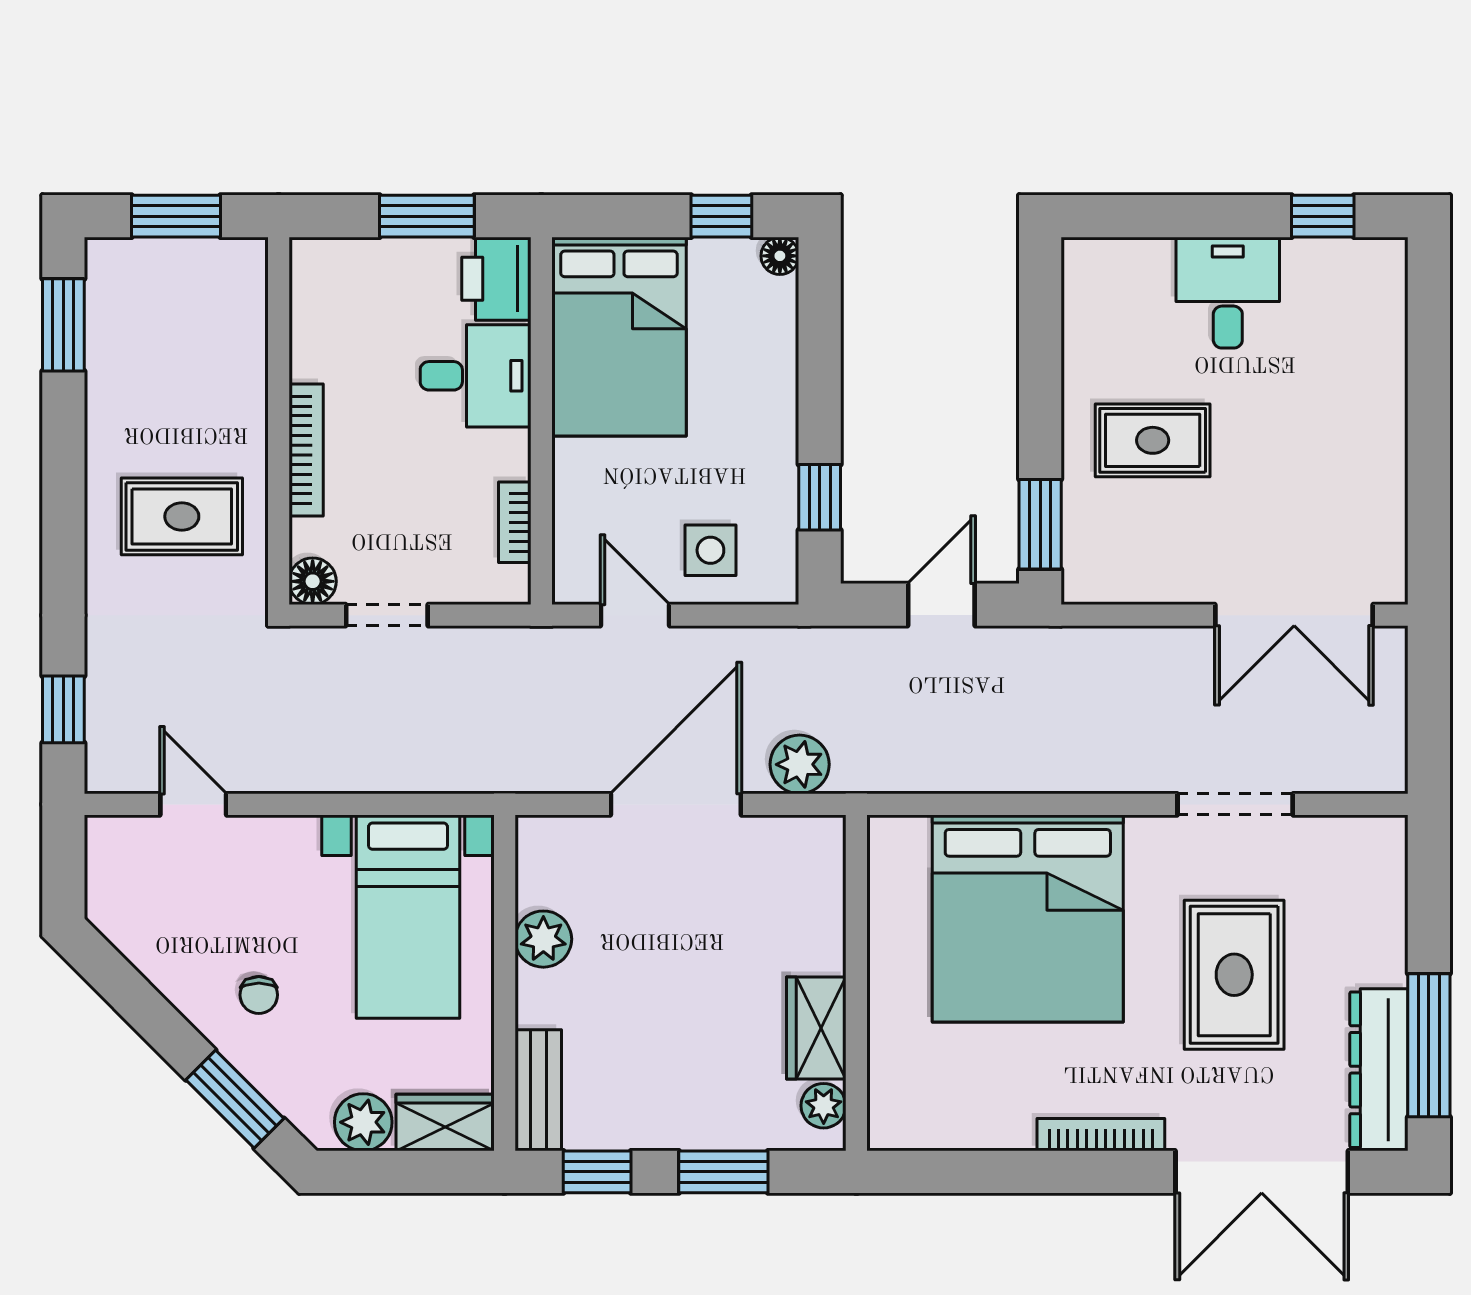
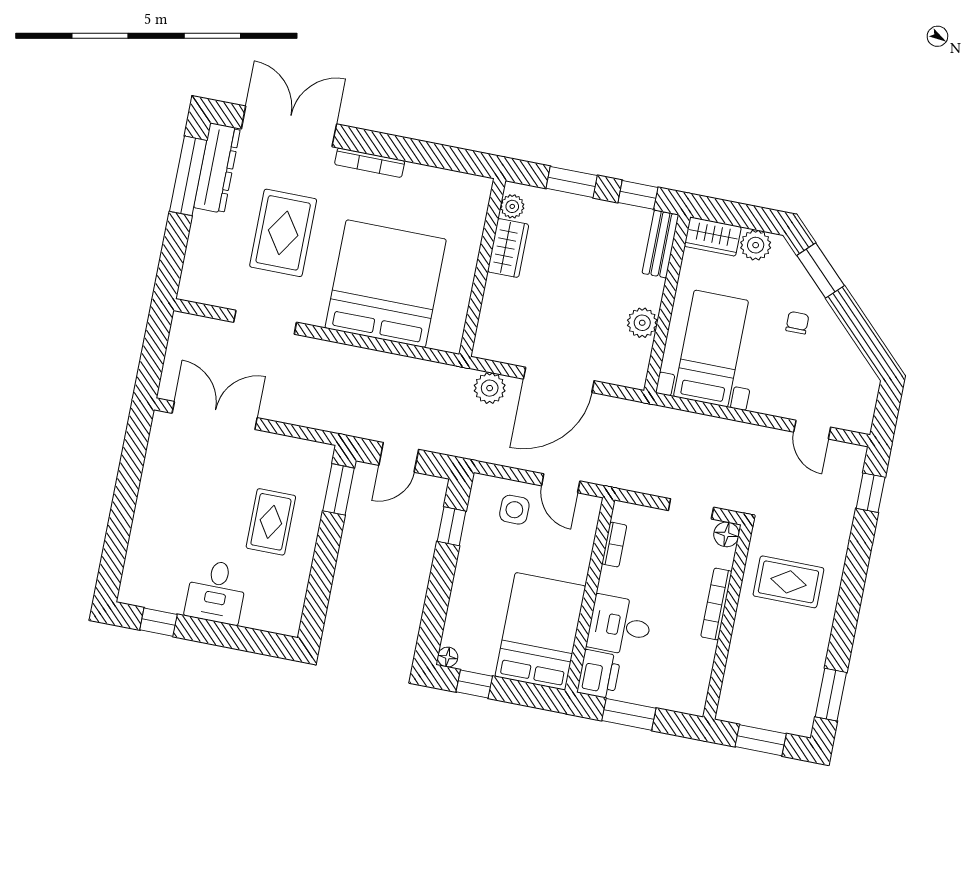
rug: (1153, 440) -> (271, 522), turned 90

